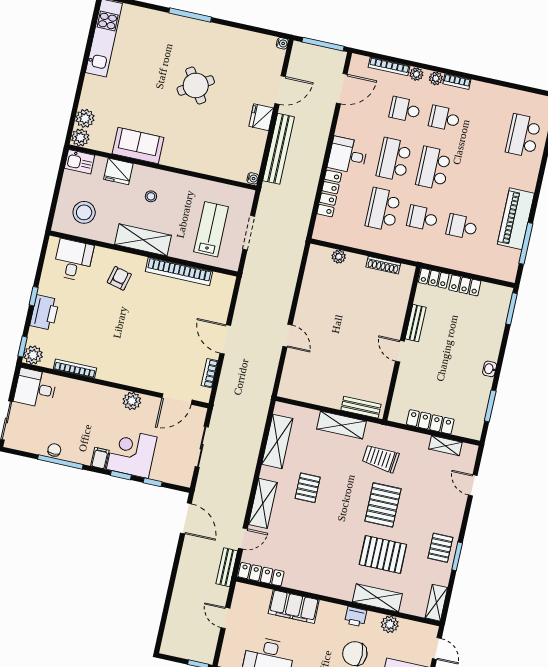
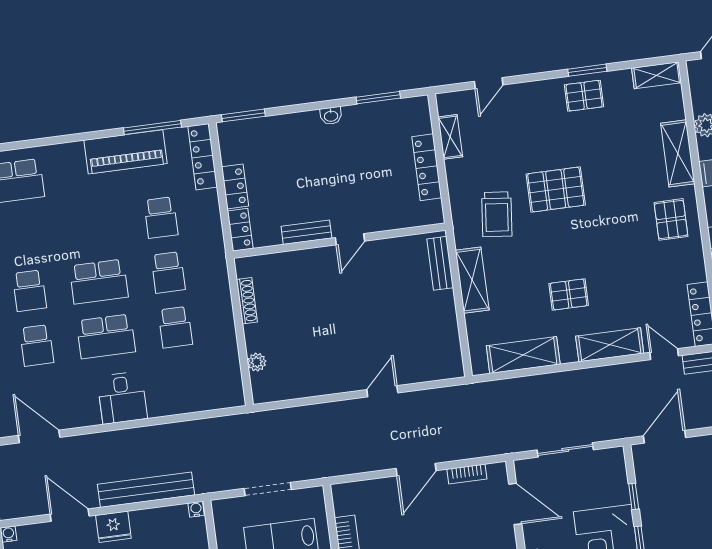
locker: (329, 193) -> (203, 157), moved, turned -90
school desk: (383, 209) -> (175, 327), width x0.54
pallet: (383, 554) -> (671, 219), moved, width x0.67, depth x0.71

